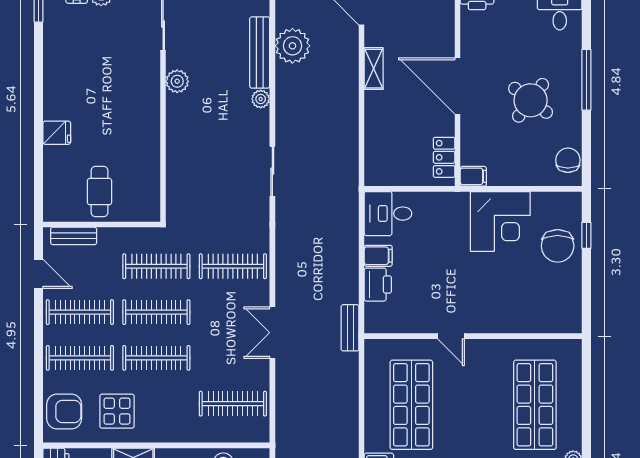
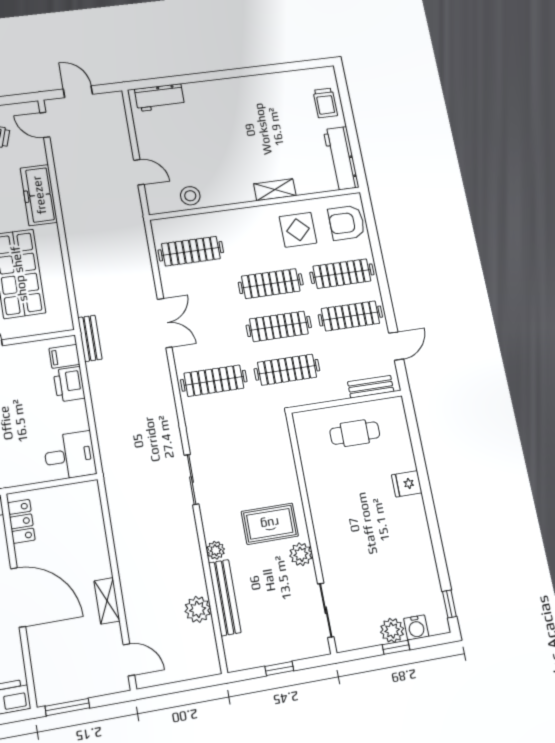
plant: (292, 46) -> (198, 609), width x0.73, depth x0.73
rug: (202, 116) -> (270, 524), added
cafe table: (100, 192) -> (355, 433), turned 90
filing cabinet: (378, 256) -> (64, 356), moved
door: (39, 274) -> (396, 346), swing flipped

